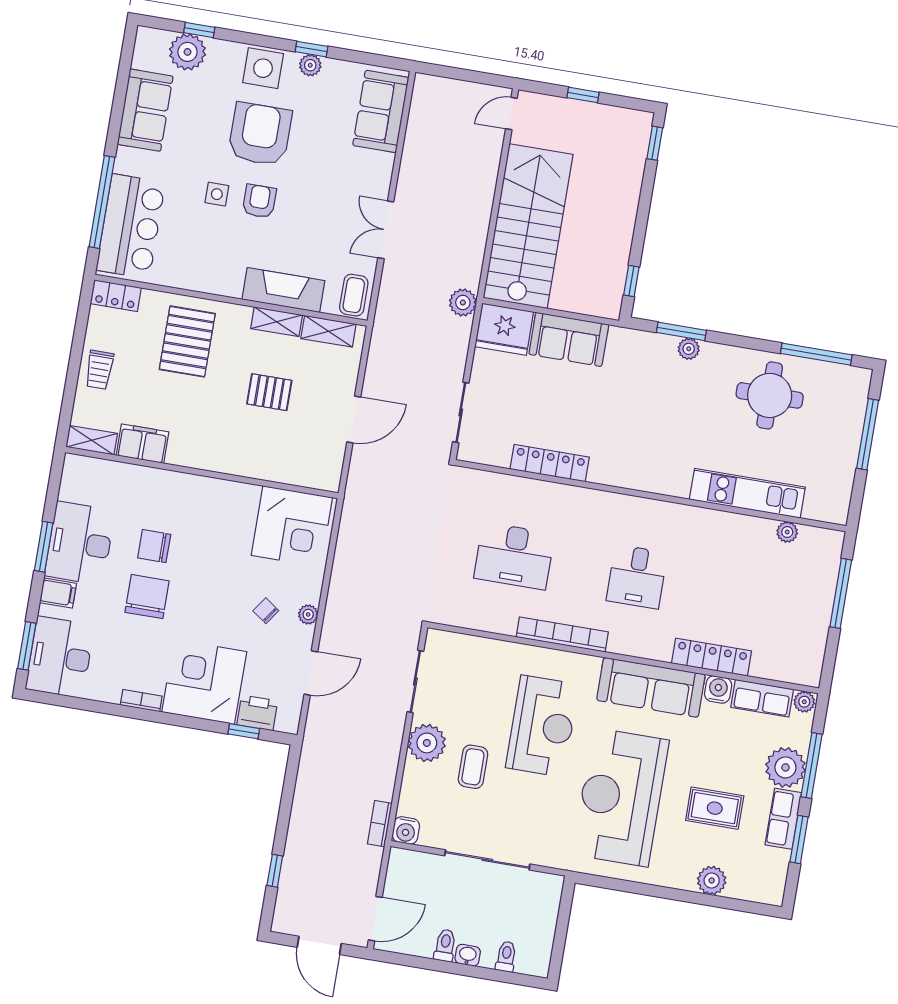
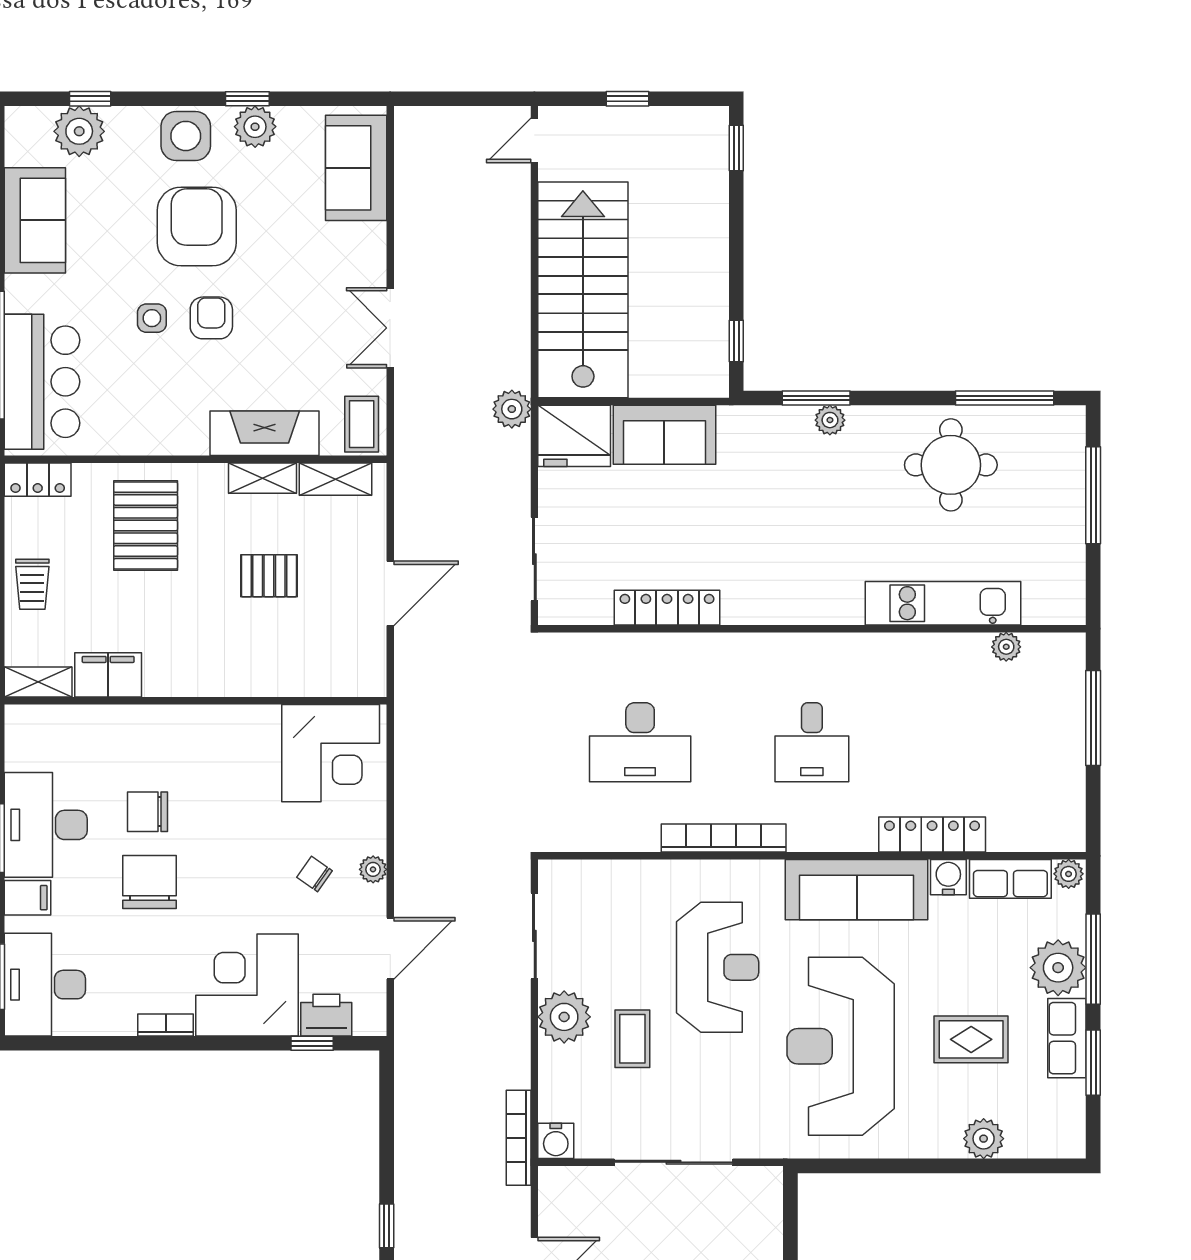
plant: (310, 65) -> (255, 127), width x1.38, depth x1.38
bookcase: (380, 824) -> (519, 1138), width x1.56

